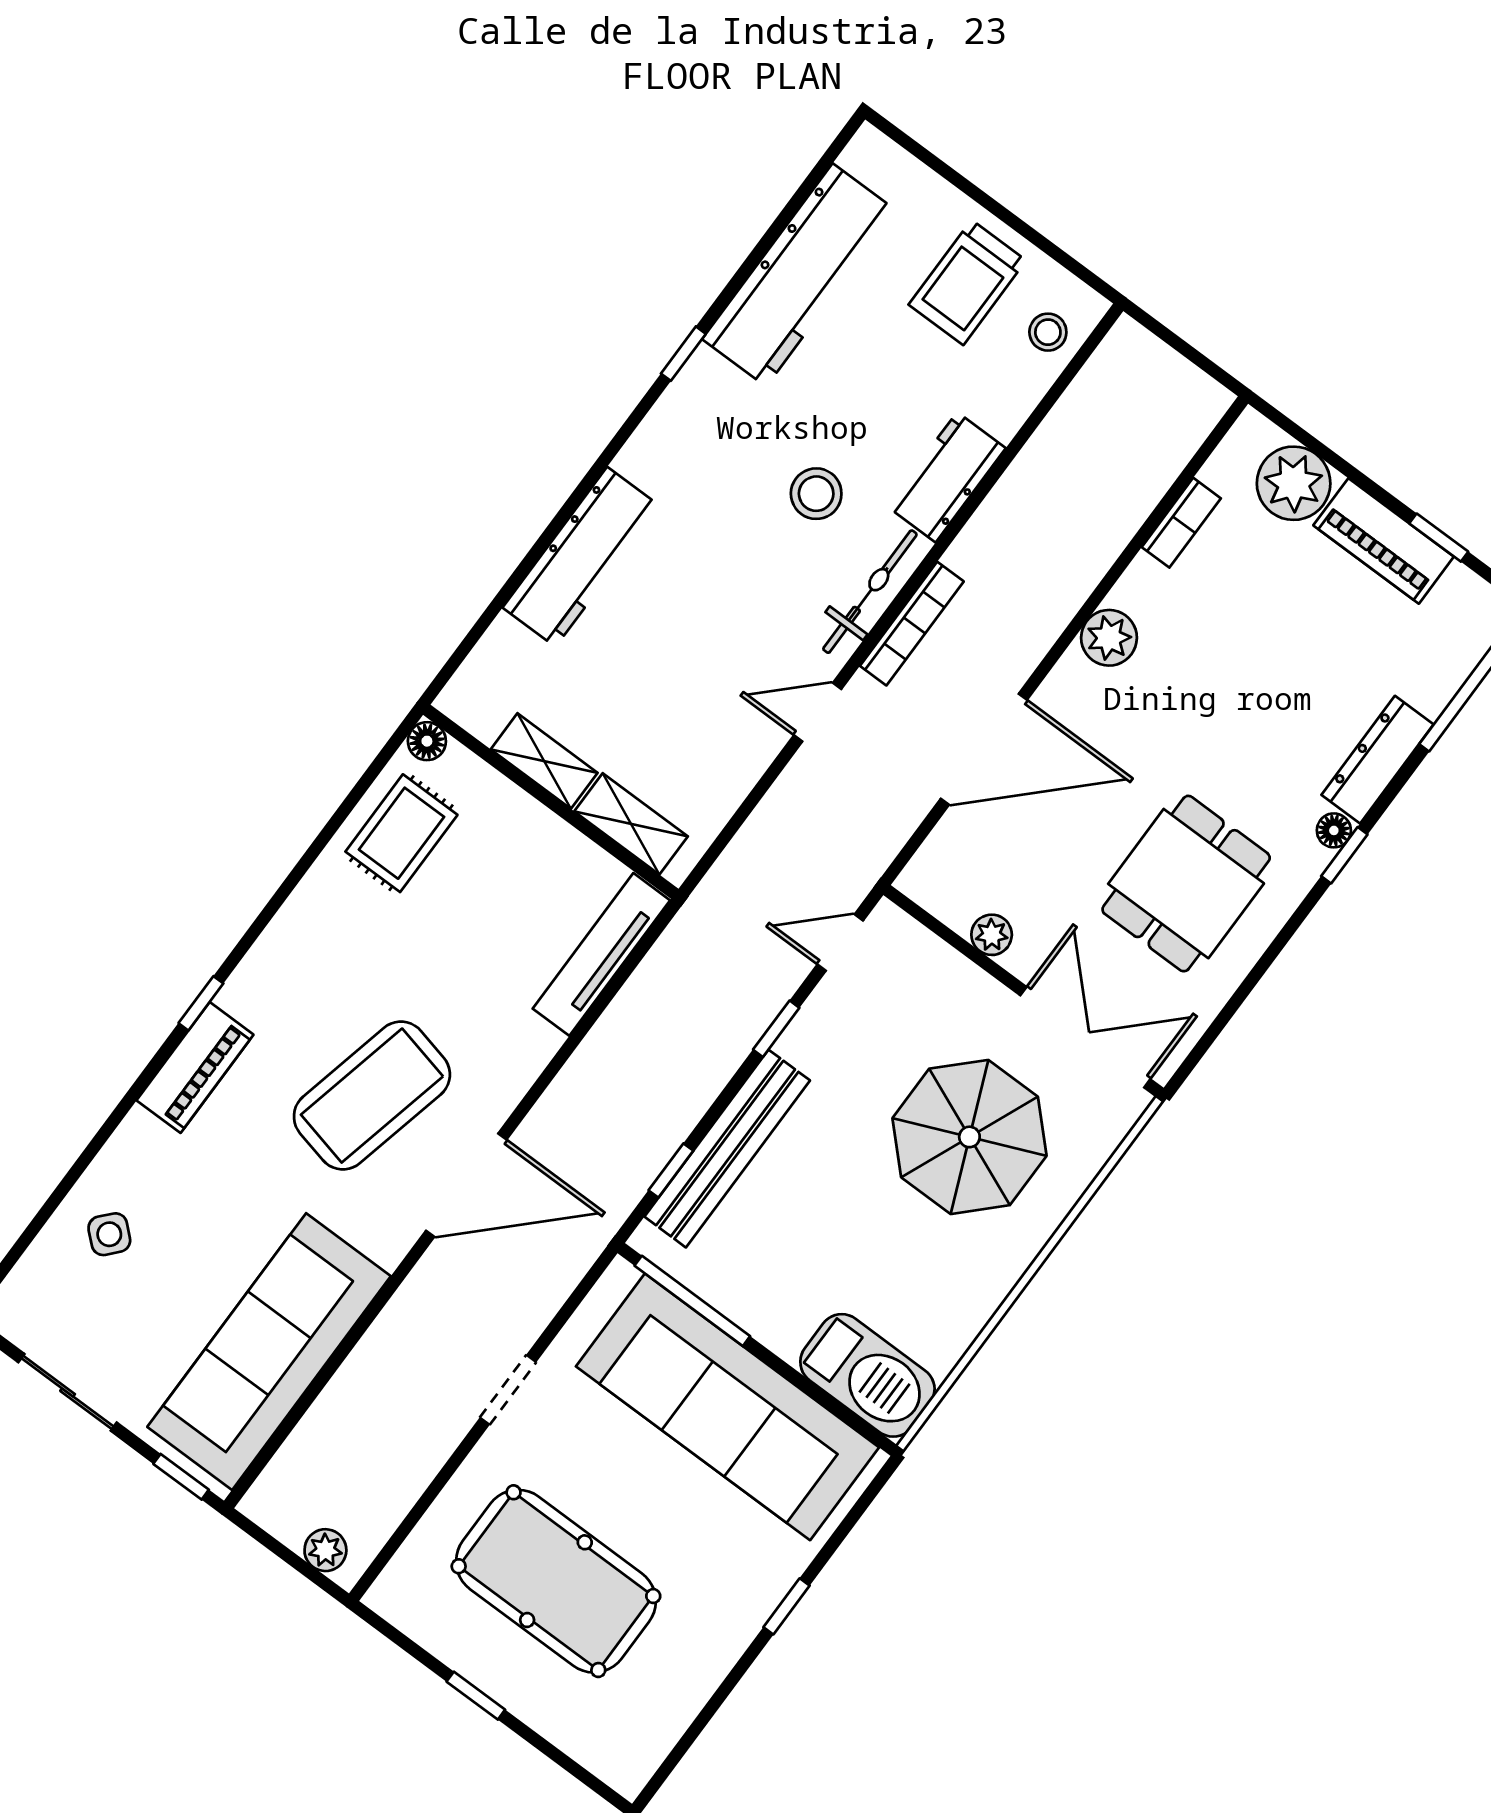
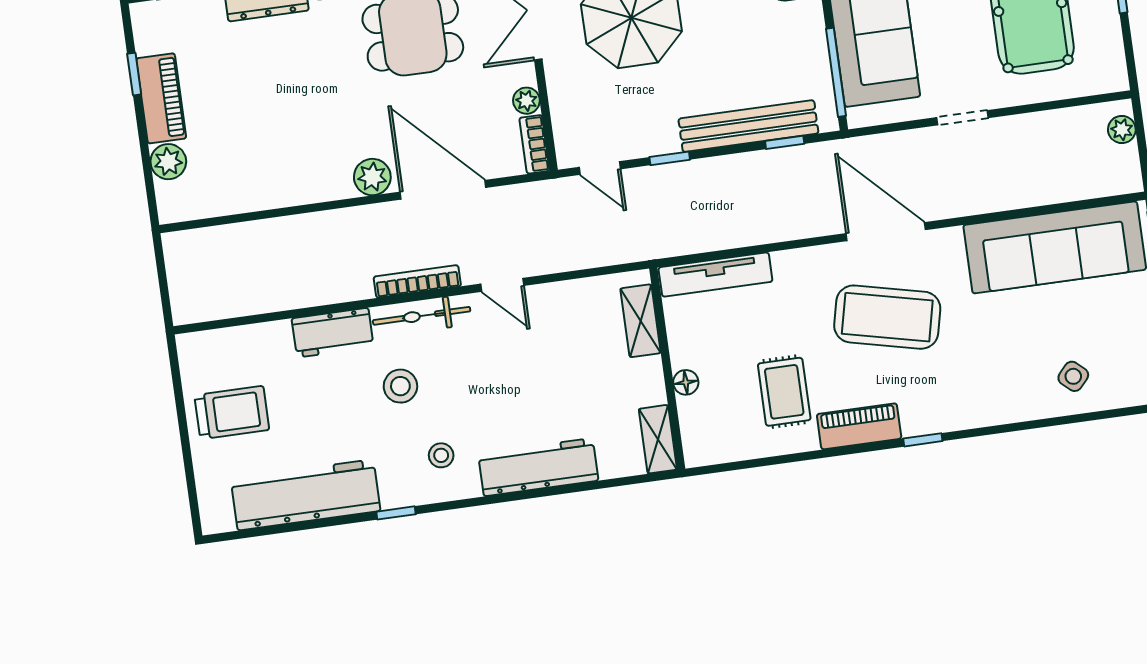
stool: (1048, 332) -> (441, 455), moved
plant: (1294, 483) -> (168, 162), width x0.73, depth x0.73
bookcase: (1181, 523) -> (534, 144), moved, turned -90
plant: (1109, 638) -> (372, 177), moved
floor lamp: (427, 741) -> (686, 382), moved
shelving: (544, 761) -> (658, 439), moved
rug: (401, 833) -> (784, 392), moved, turned 90
piano: (195, 1068) -> (859, 426), moved

